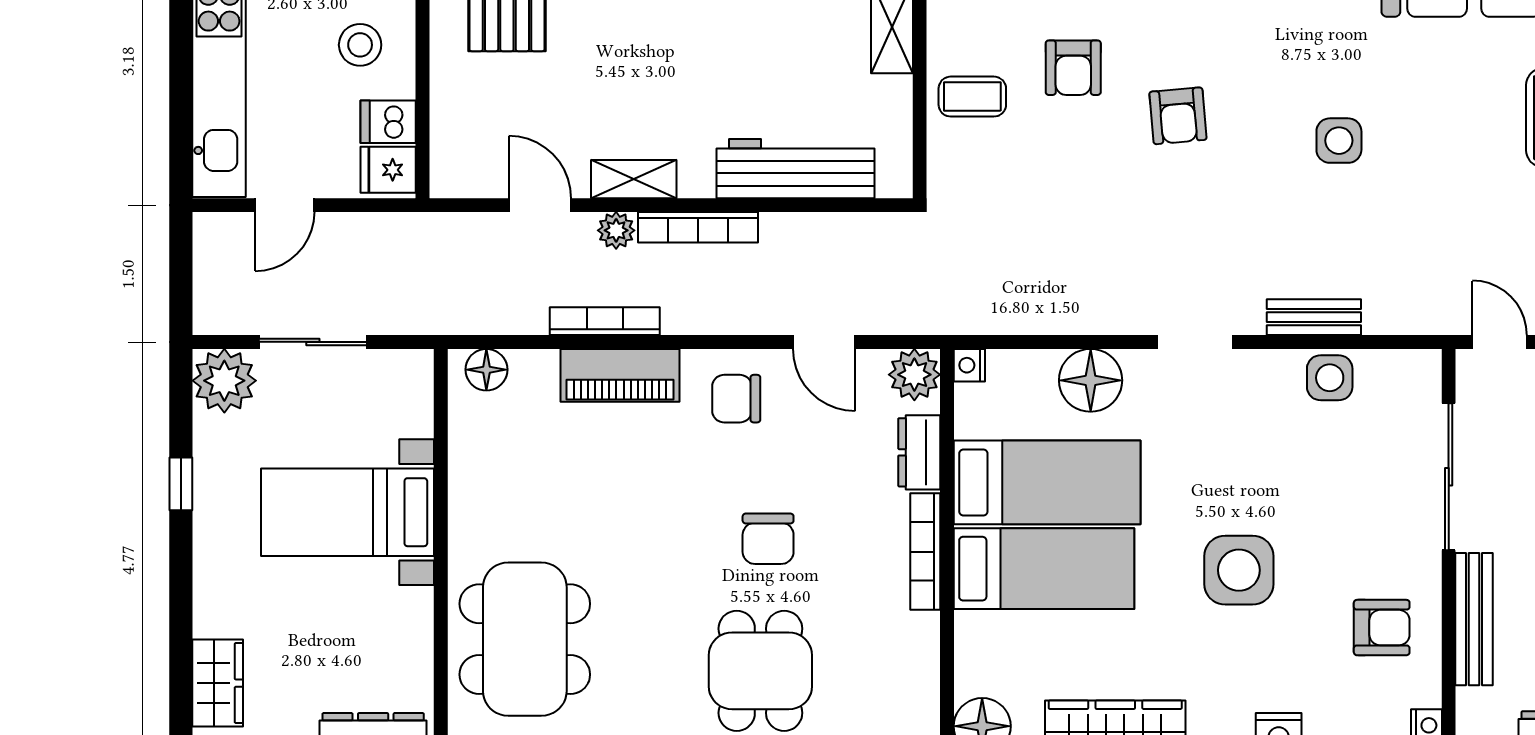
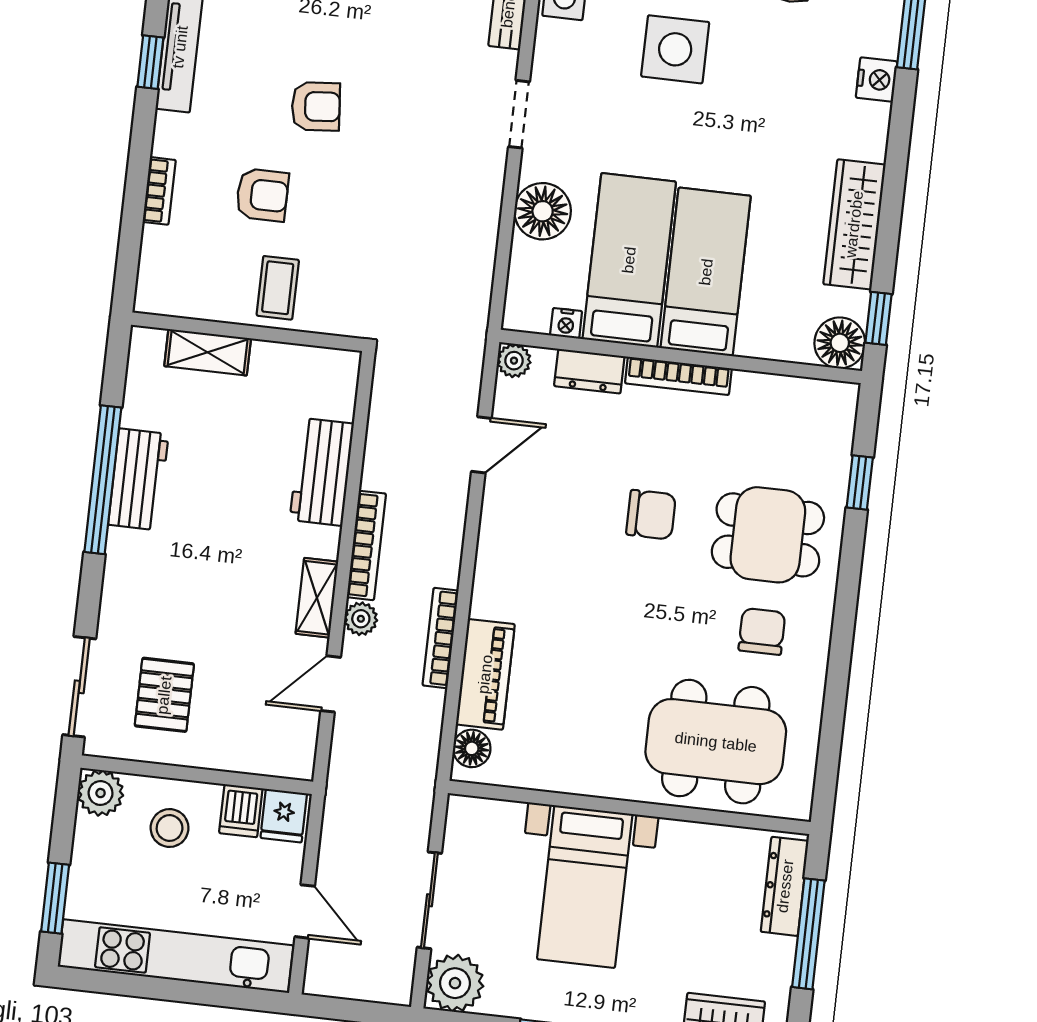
workbench: (796, 169) -> (322, 472), width x0.73
nightstand: (969, 365) -> (566, 323), moved
piano: (620, 375) -> (485, 674), moved
plant: (914, 375) -> (514, 361), width x0.73, depth x0.73
chair: (736, 399) -> (762, 631), moved, turned 180
side table: (1239, 570) -> (675, 49), moved

